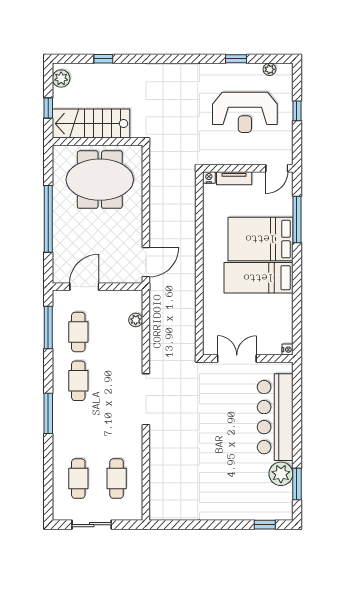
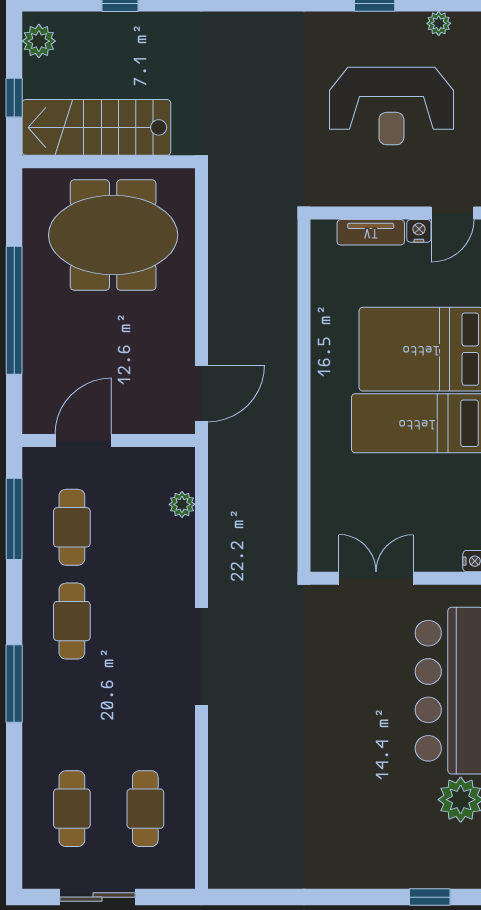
nightstand: (209, 177) -> (419, 231), moved

